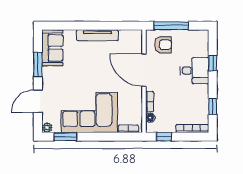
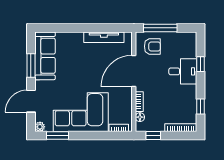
tv unit: (97, 35) -> (104, 37), moved
sofa: (52, 48) -> (45, 56), width x1.36
door: (144, 70) -> (134, 71), hinge flipped

